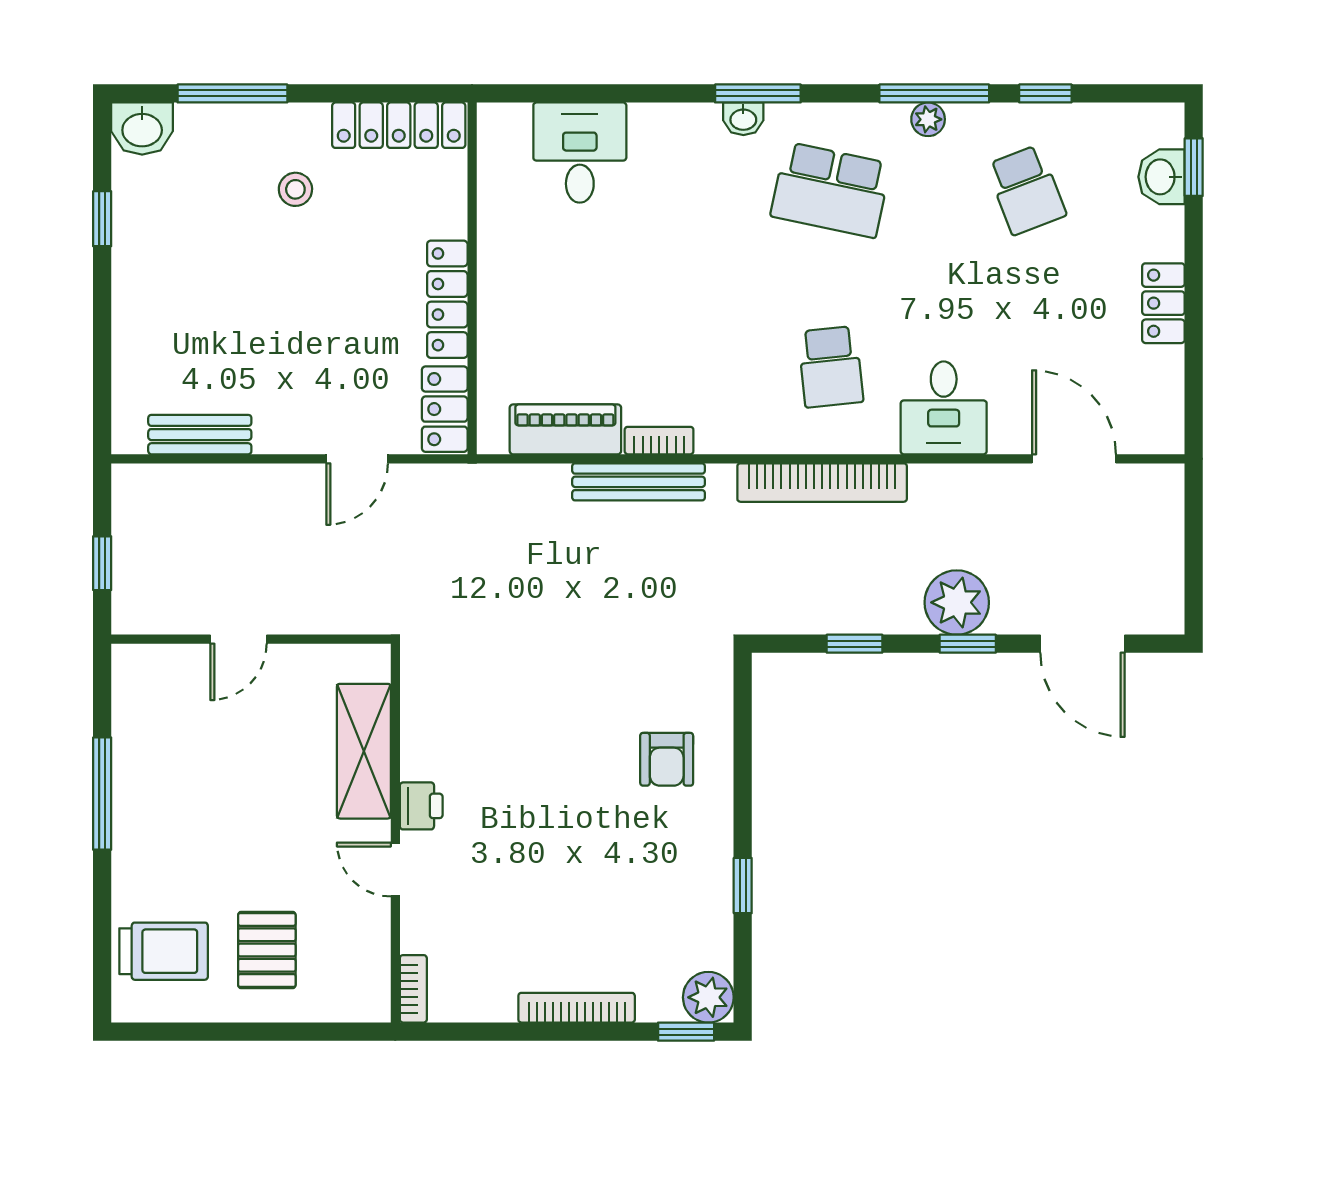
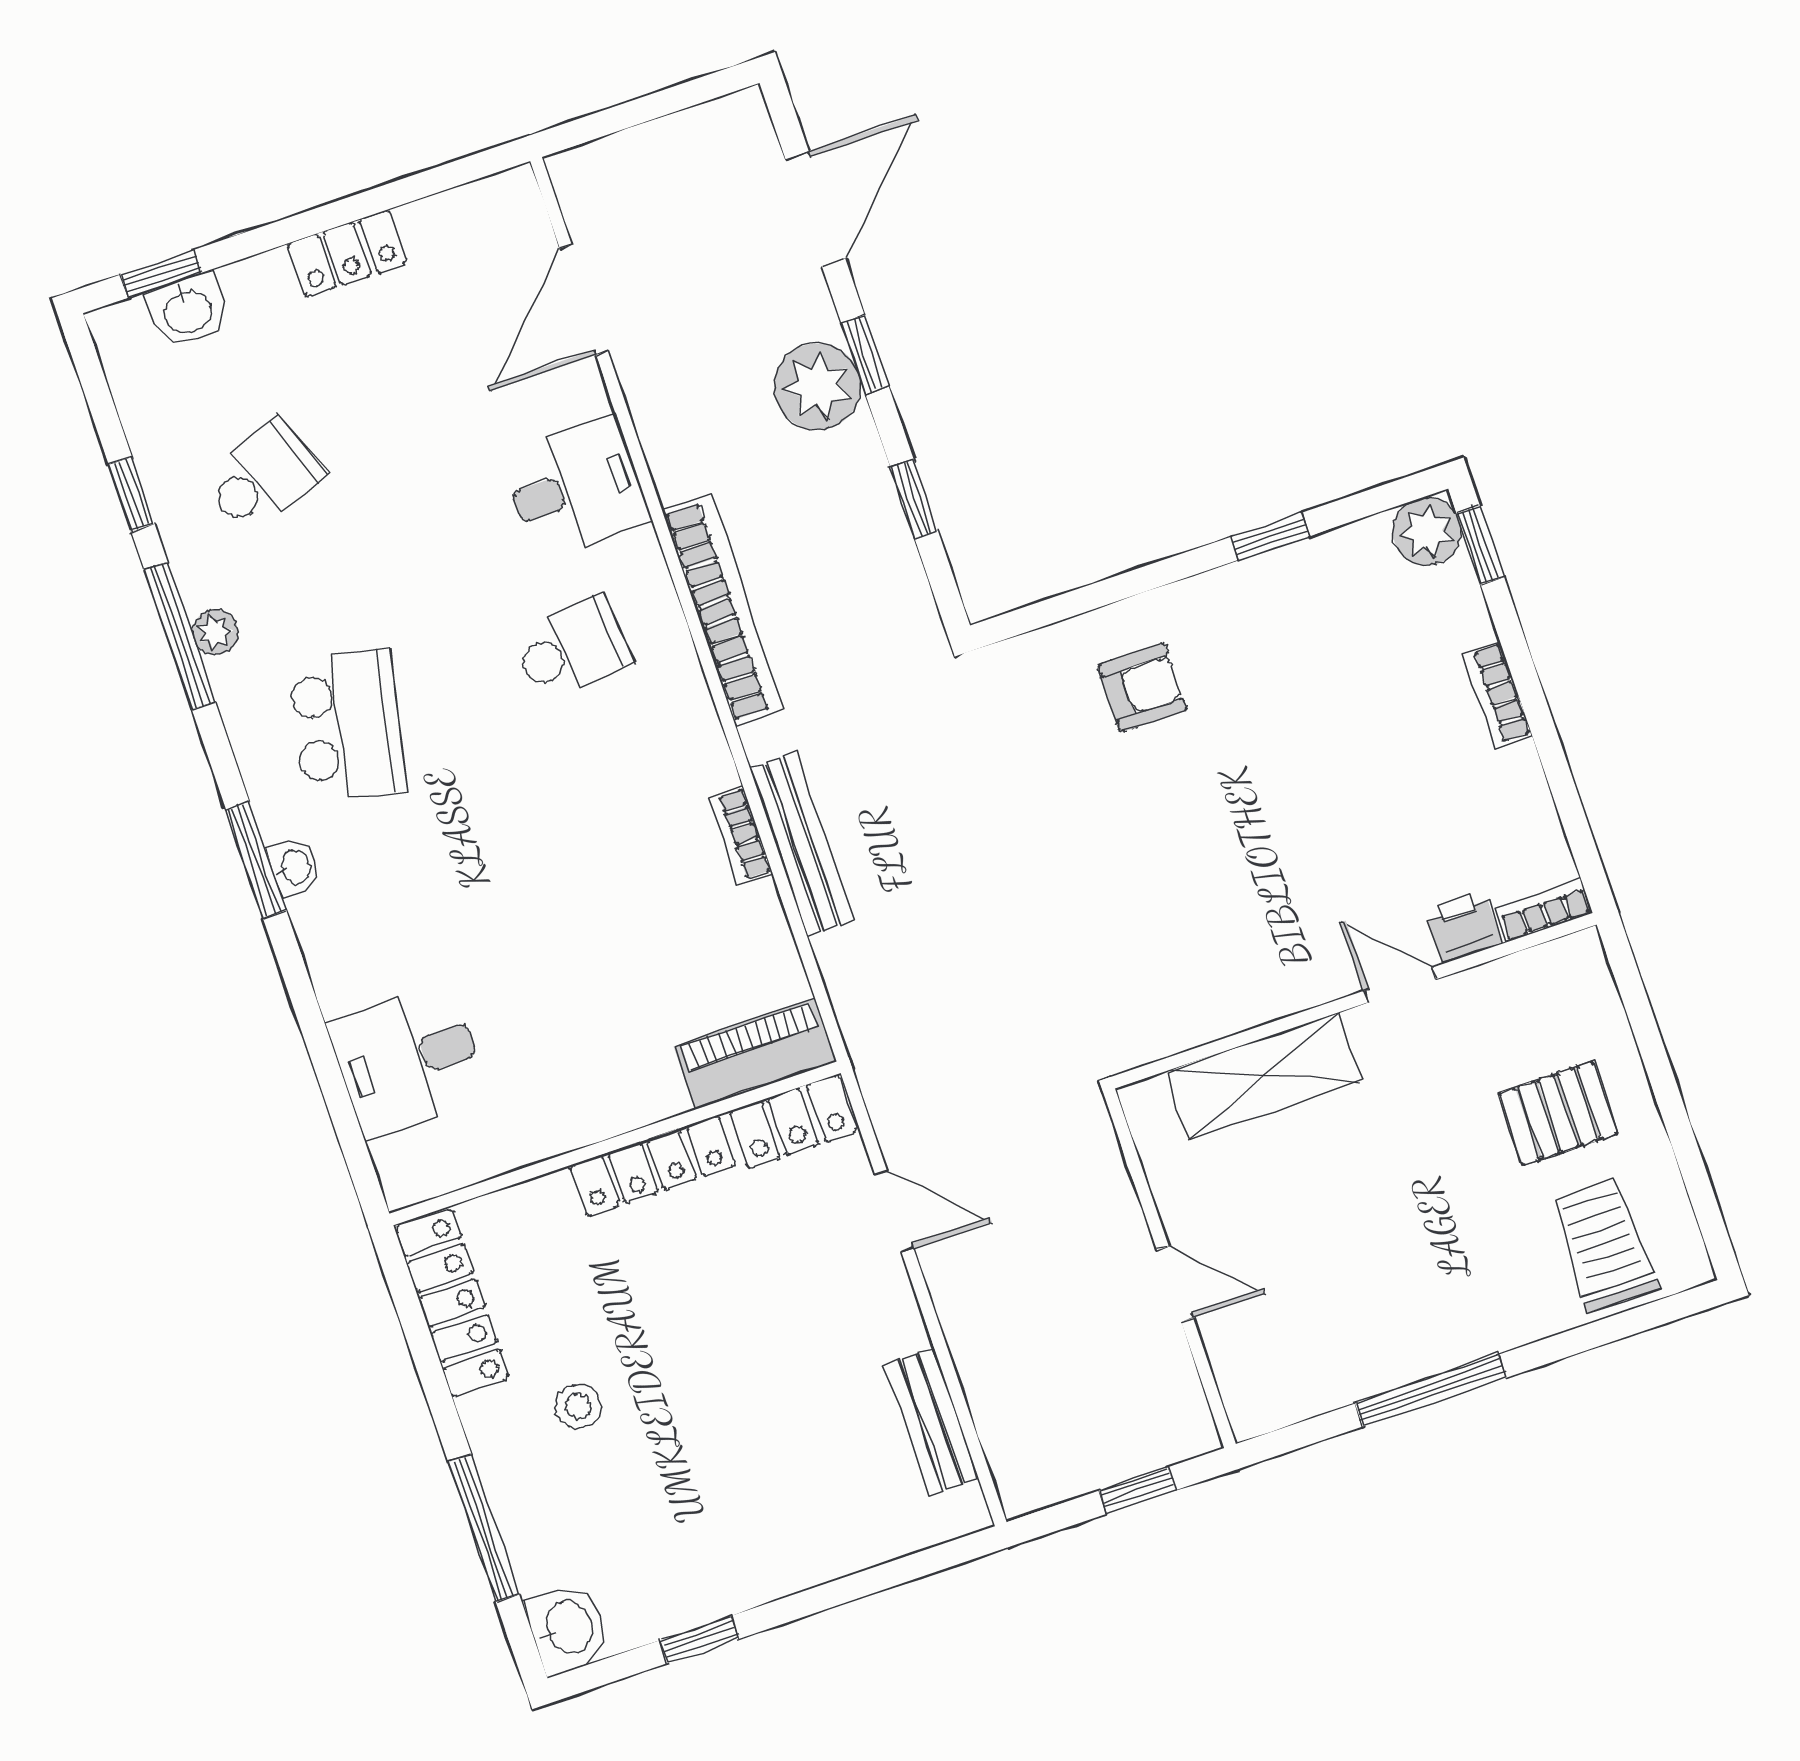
piano: (565, 429) -> (755, 1054), moved, turned 90
printer: (421, 806) -> (1463, 927), moved
door: (395, 869) -> (1400, 985), swing flipped
bookcase: (577, 1008) -> (1497, 695), width x0.64

